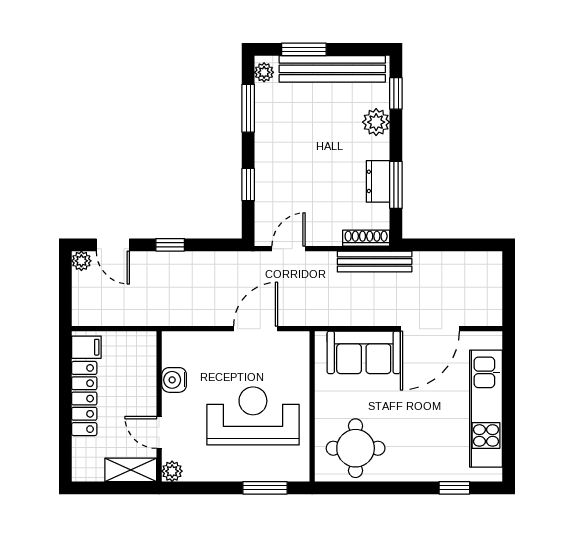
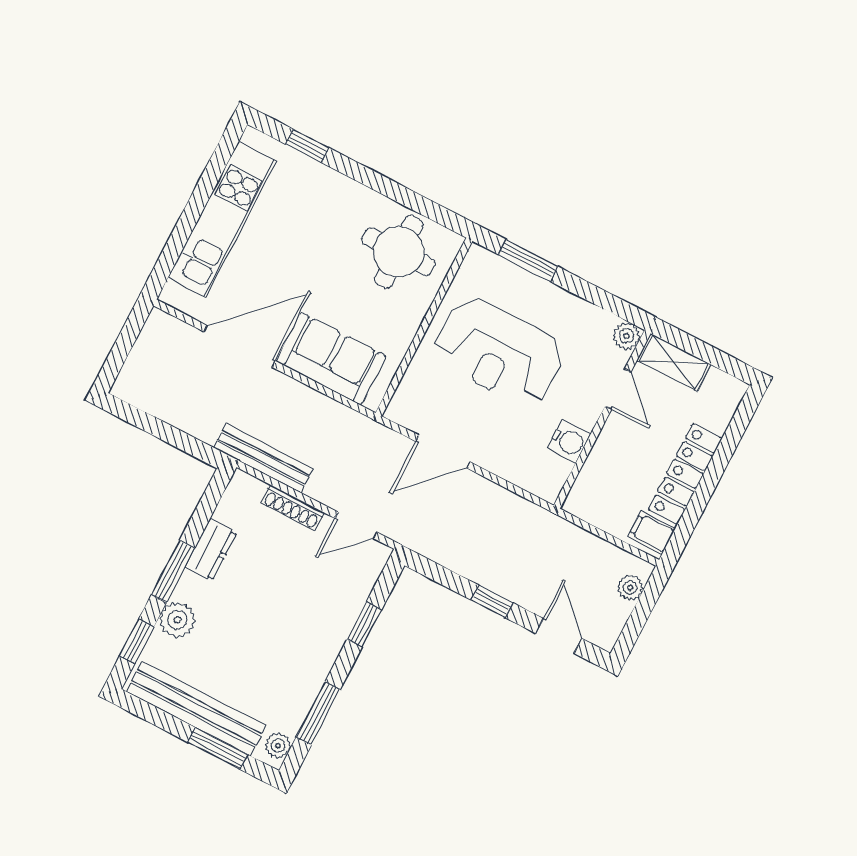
window: (396, 185) -> (173, 571), moved
shoe rack: (366, 238) -> (292, 508), moved
plant: (81, 261) -> (630, 588), moved

